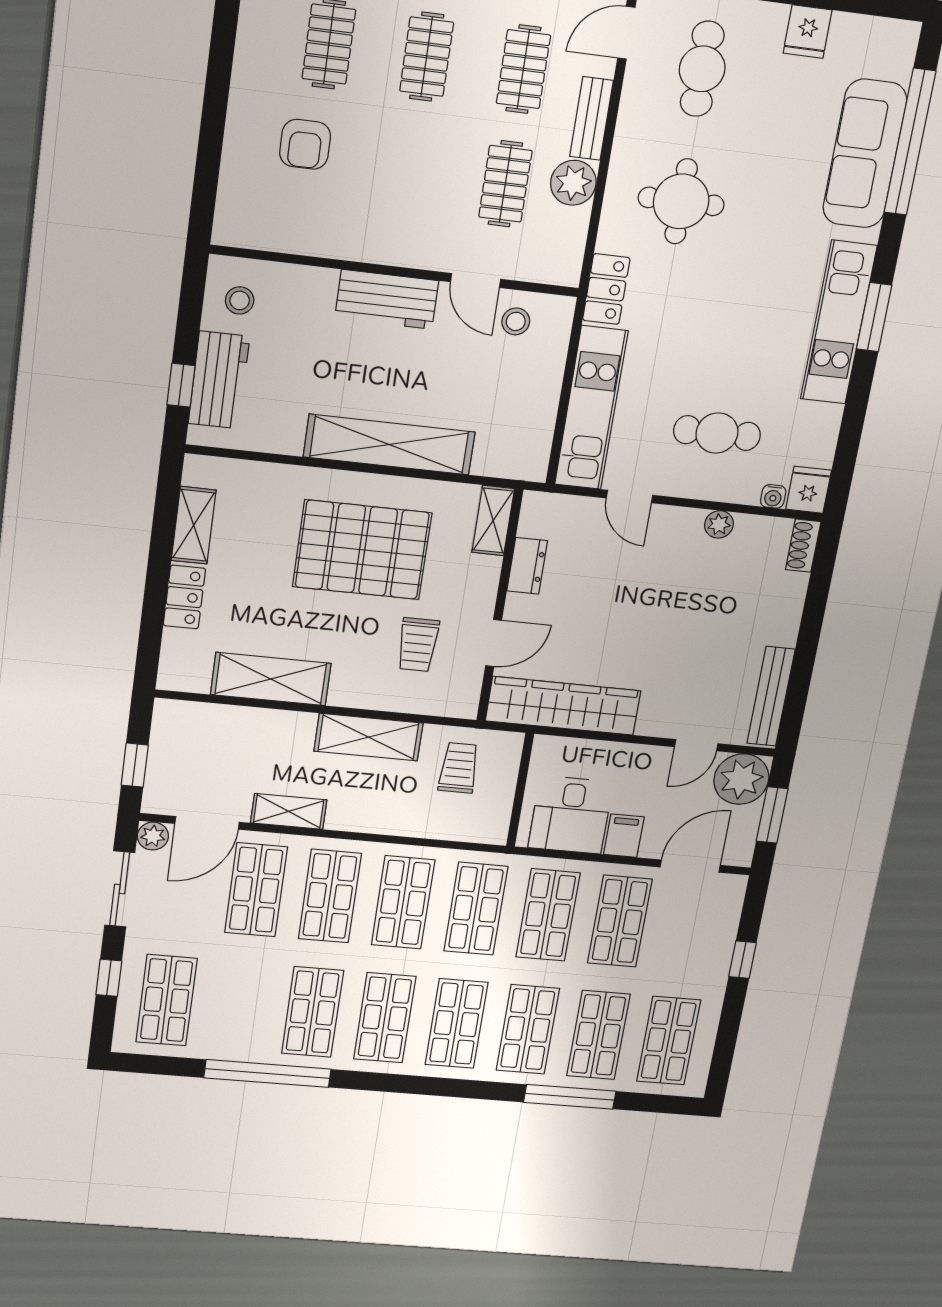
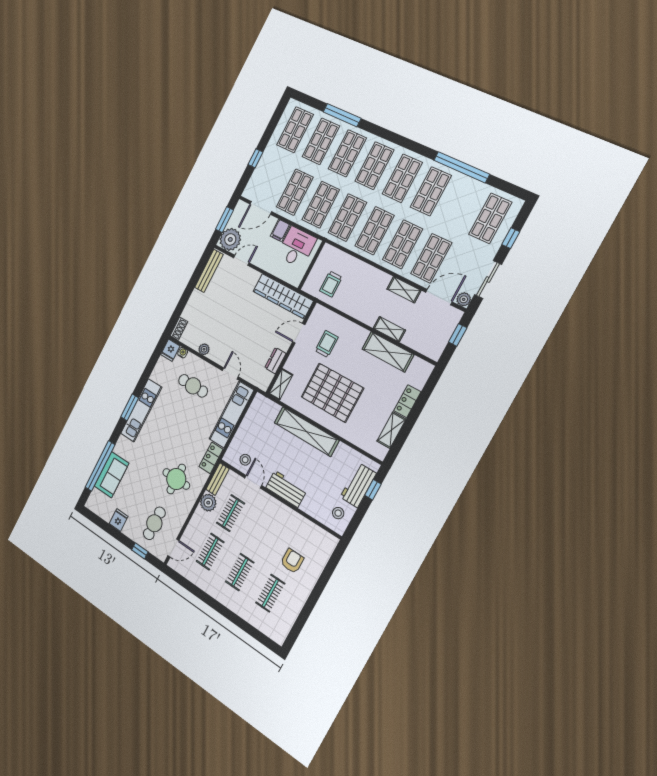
bench: (591, 118) -> (218, 479), moved
sofa: (865, 154) -> (111, 475), width x0.73
shelving: (368, 737) -> (389, 329), moved, width x0.67, depth x0.75

